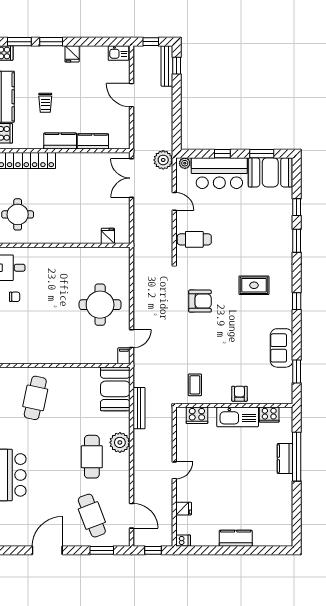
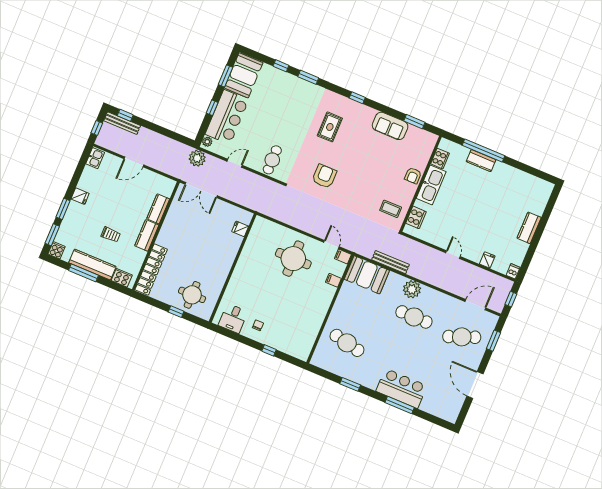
filing cabinet: (95, 356) -> (333, 280), added
armchair: (239, 394) -> (413, 176), turned -90

